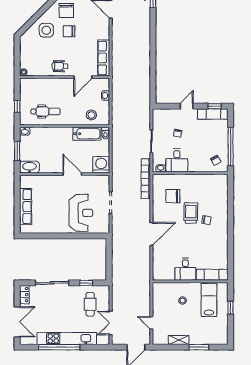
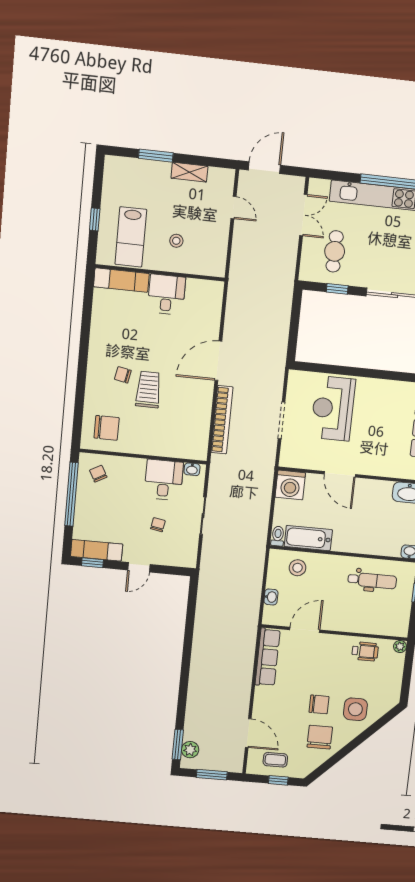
wheelchair: (60, 66) -> (365, 651), moved
dental chair: (45, 111) -> (372, 581), turned 180
bookcase: (146, 179) -> (222, 420), moved
chair: (173, 196) -> (107, 428), moved
trolley: (191, 213) -> (148, 390), turned 180

